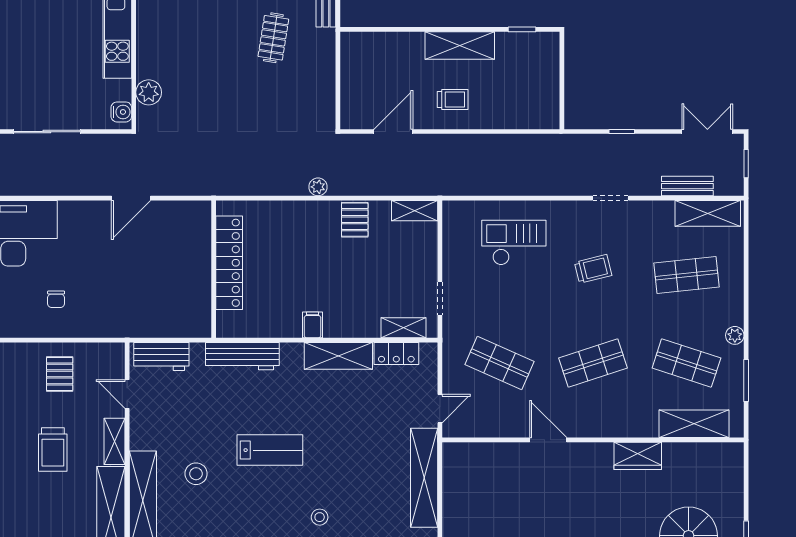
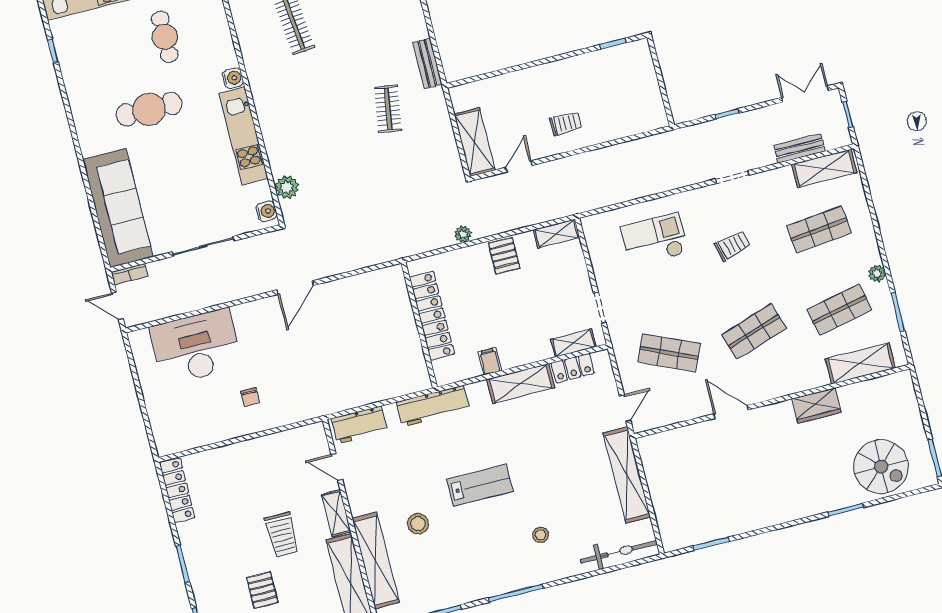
shelving: (460, 45) -> (474, 142), moved, turned 90
door: (393, 132) -> (519, 166), width x0.73
locker: (229, 263) -> (432, 316), moved
wall: (214, 269) -> (419, 325), moved
shop shelf: (686, 363) -> (839, 310), turned -30
pallet: (60, 374) -> (262, 590), moved

